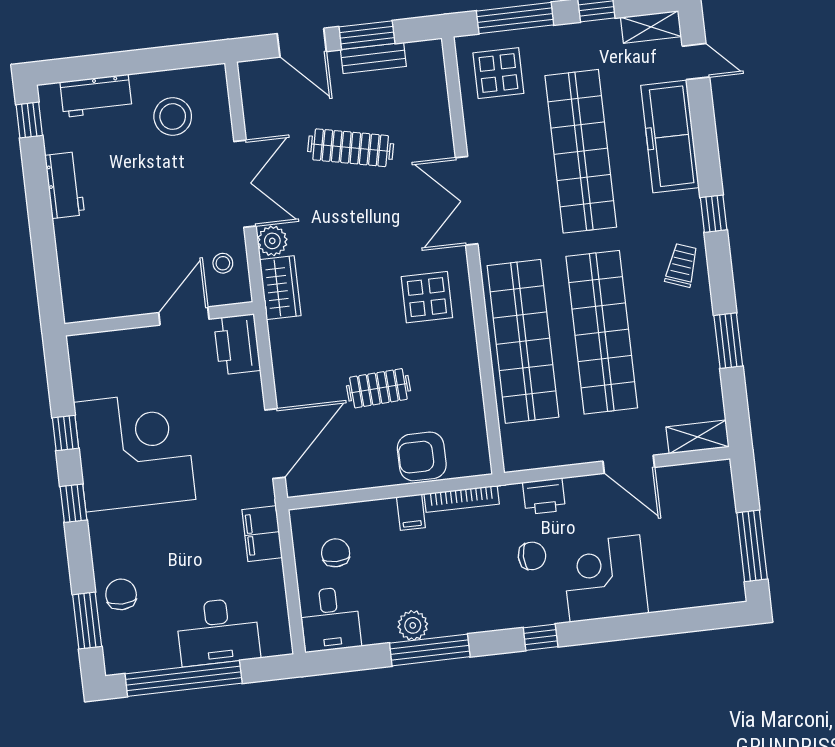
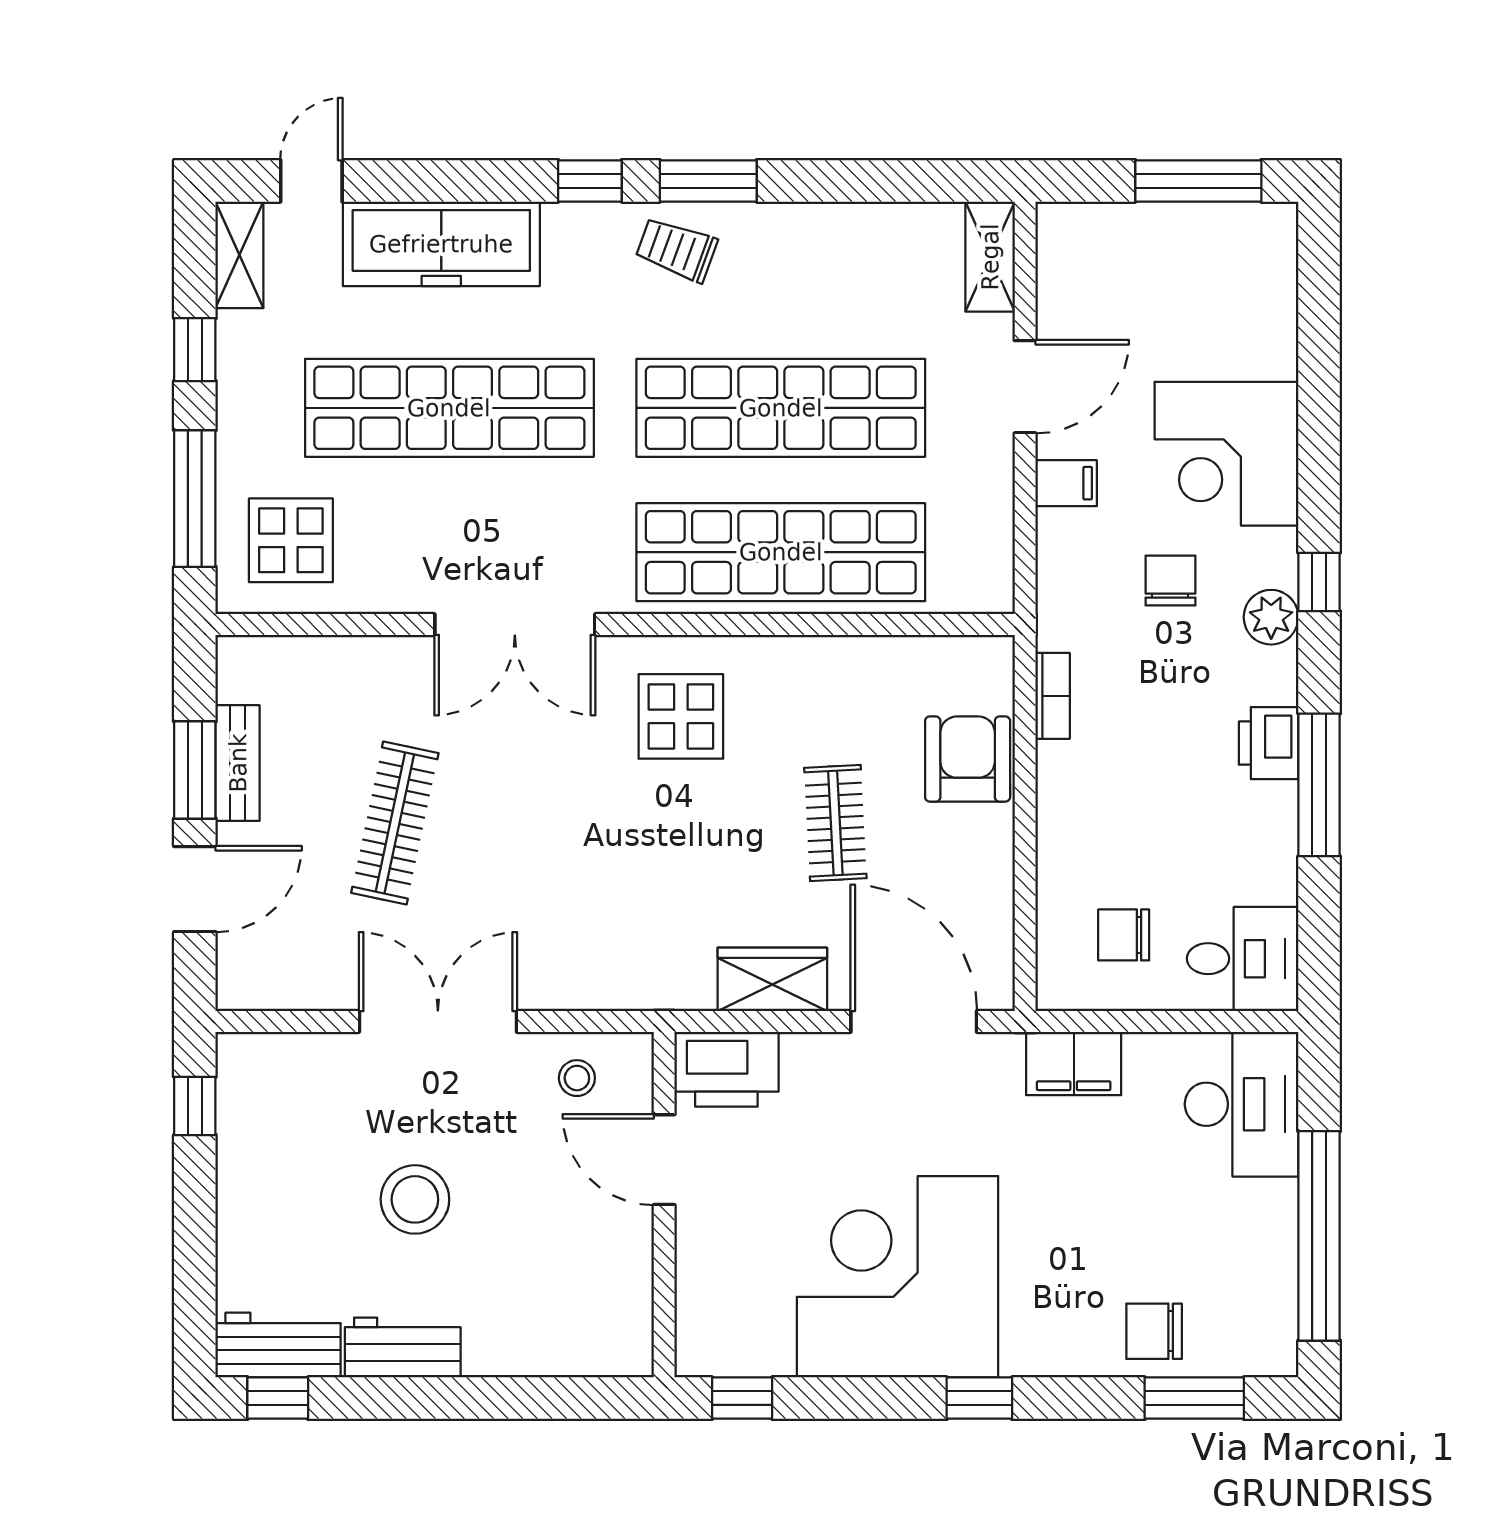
window: (183, 56) -> (195, 1106), added
workbench: (96, 96) -> (278, 1345), moved, turned -90
stool: (173, 117) -> (415, 1199), moved
plant: (272, 241) -> (547, 984), removed
wardrobe: (280, 288) -> (772, 979), moved
window: (728, 341) -> (708, 181), moved
window: (65, 433) -> (742, 1398), moved
armchair: (422, 456) -> (968, 759), turned 180
printer: (544, 496) -> (1269, 743), moved, turned 180
bookcase: (462, 499) -> (1053, 696), width x0.64
filing cabinet: (411, 512) -> (1066, 483), moved
plant: (413, 625) -> (1271, 617), moved
desk: (218, 632) -> (1242, 1104), moved

